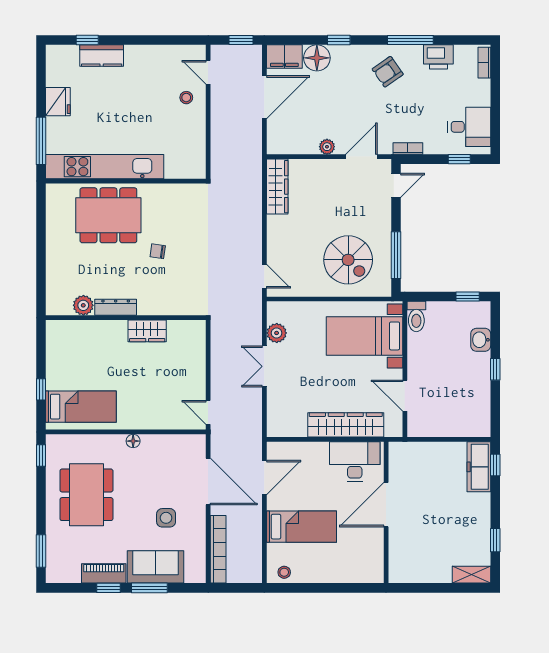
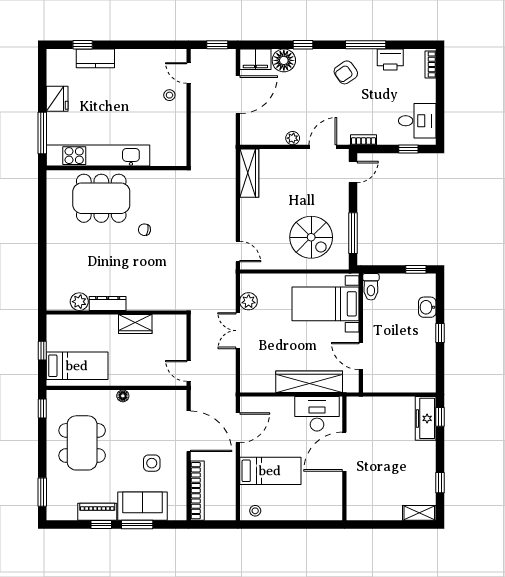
plant: (83, 305) -> (79, 302), moved
dresser: (116, 307) -> (108, 303), moved
wall: (126, 318) -> (116, 312), moved
wardrobe: (147, 331) -> (135, 324), moved

